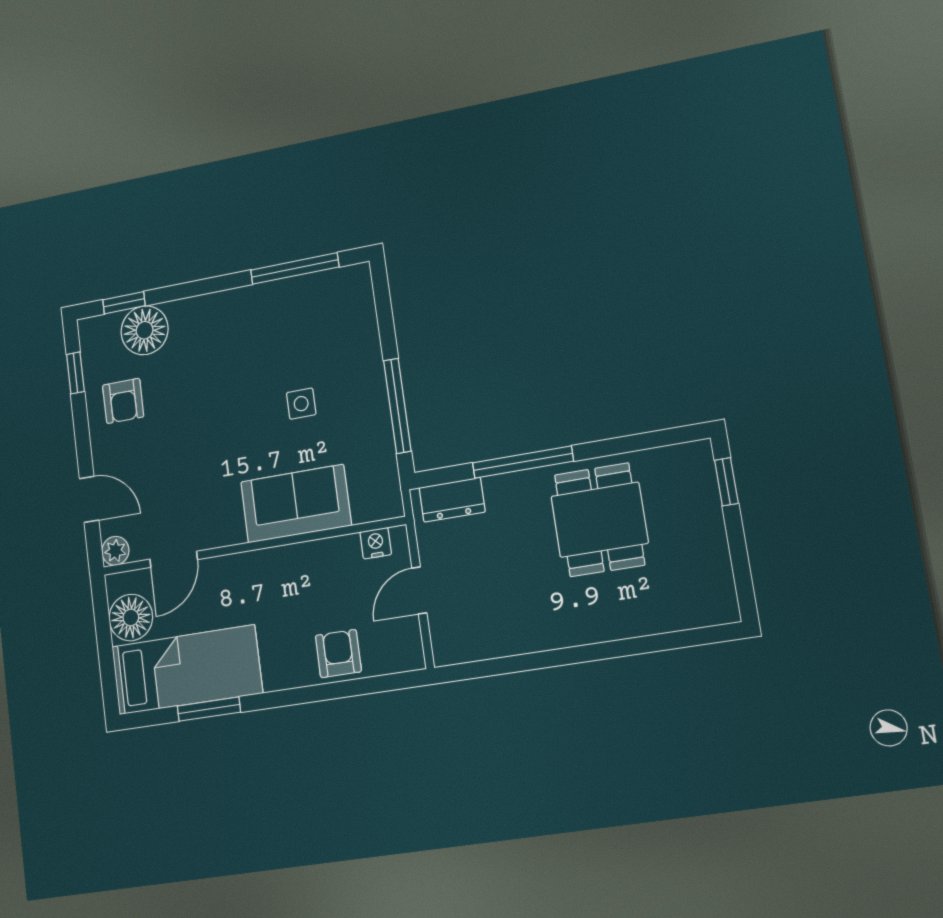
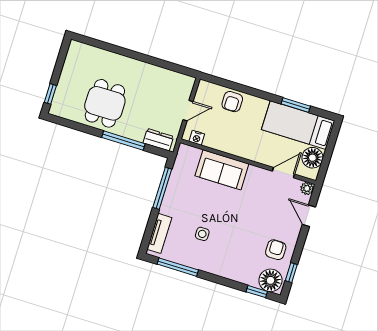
tv unit: (361, 314) -> (159, 233), added
floor lamp: (145, 330) -> (270, 280), moved
side table: (301, 404) -> (202, 234), moved

